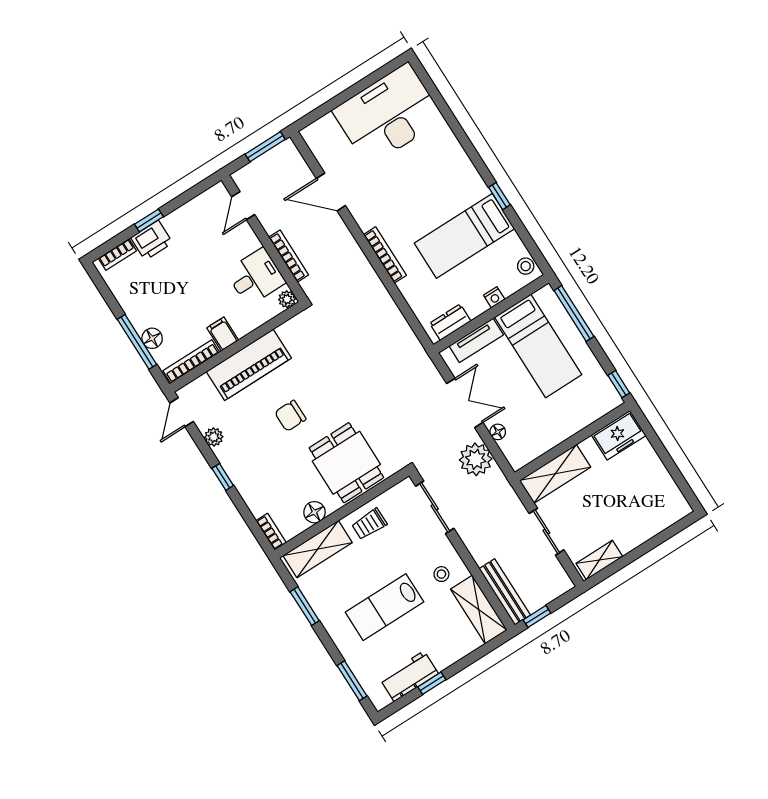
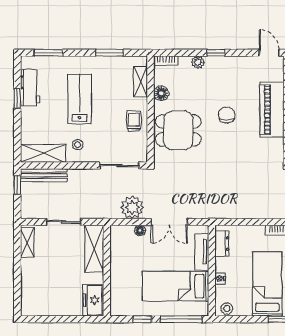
window: (619, 384) -> (142, 319), moved
plant: (214, 437) -> (198, 62), moved
shelving: (318, 549) -> (141, 81), width x0.67, depth x0.75

